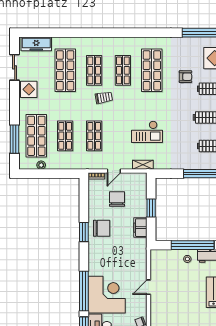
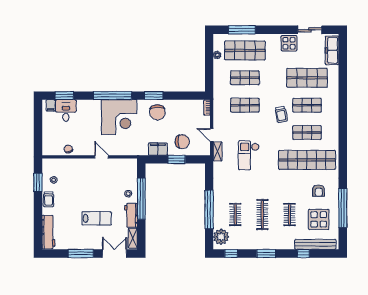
shop shelf: (152, 70) -> (307, 160), width x1.40
armchair: (185, 77) -> (319, 191), moved
door: (114, 171) -> (212, 135), moved
chair: (117, 199) -> (182, 142), moved
window: (84, 291) -> (113, 96), moved
corner desk: (107, 295) -> (119, 117), moved

